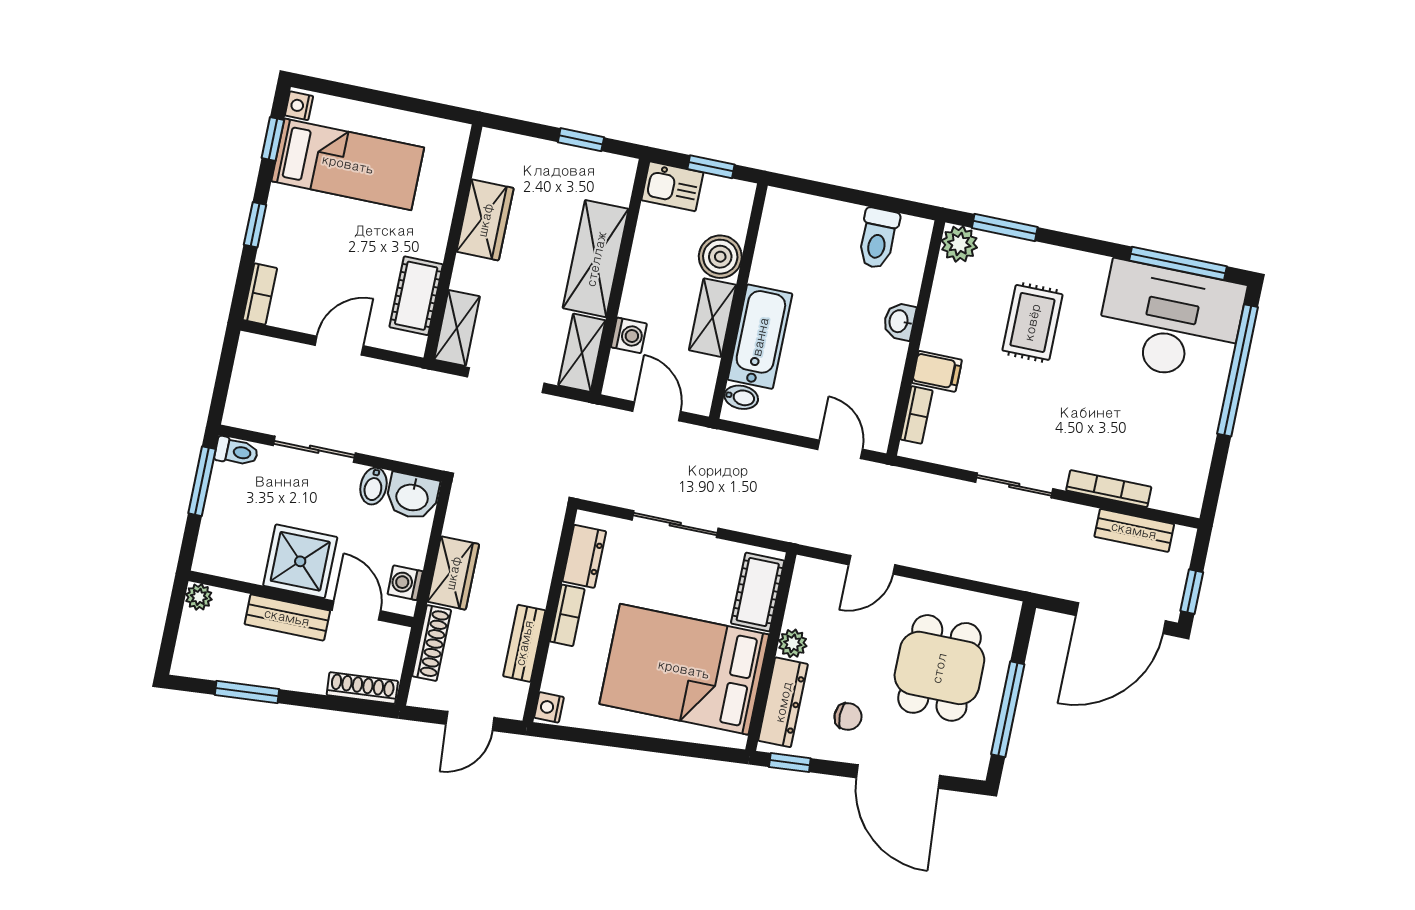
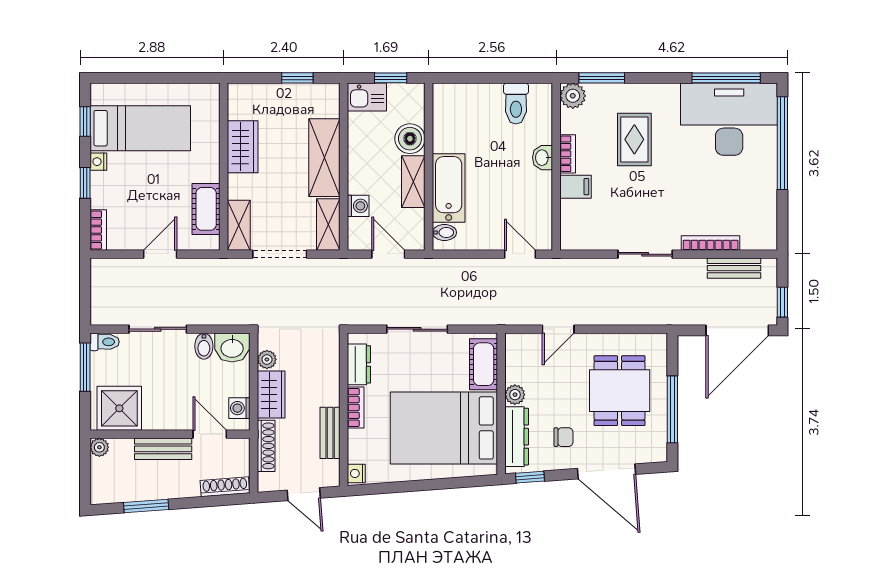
nightstand: (299, 106) -> (98, 162), moved
bookcase: (916, 415) -> (568, 154), moved
plant: (457, 523) -> (267, 359), added
shower: (300, 561) -> (119, 408), moved
door: (470, 721) -> (304, 494), hinge flipped

